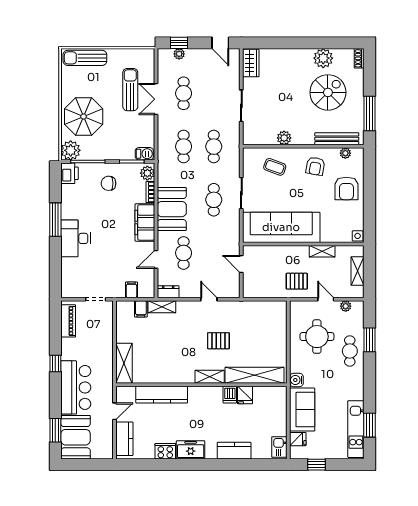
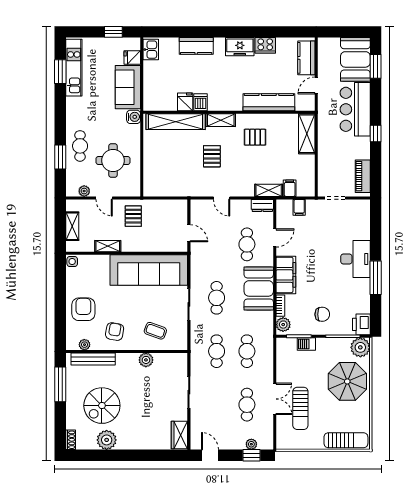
barbecue: (144, 154) -> (306, 344), moved
pallet: (297, 281) -> (133, 216), turned 90
pallet: (218, 341) -> (212, 156), turned 90
pallet: (176, 360) -> (255, 137), added

